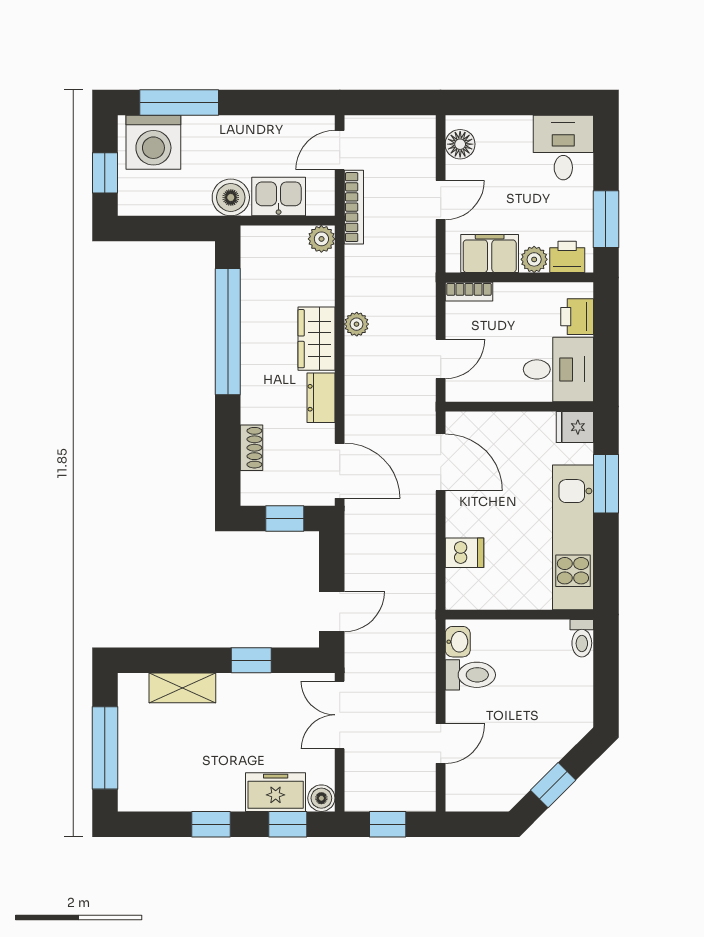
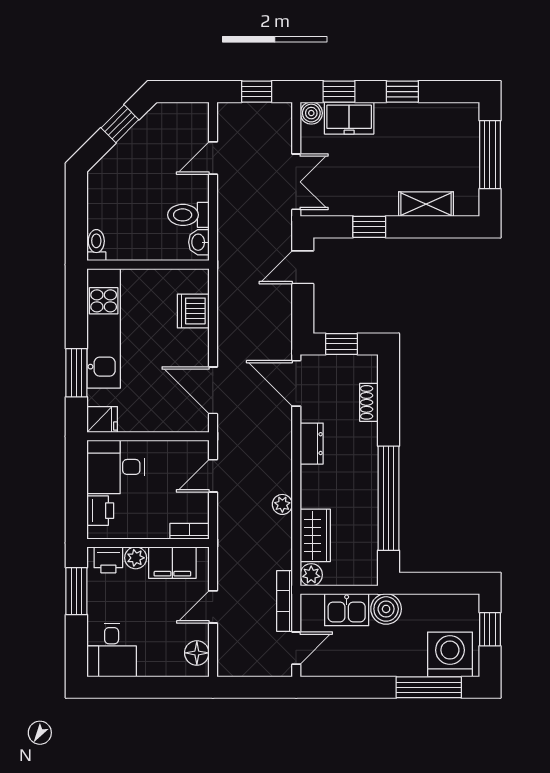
wardrobe: (317, 339) -> (315, 535), moved
dishwasher: (464, 553) -> (193, 311), width x1.38

